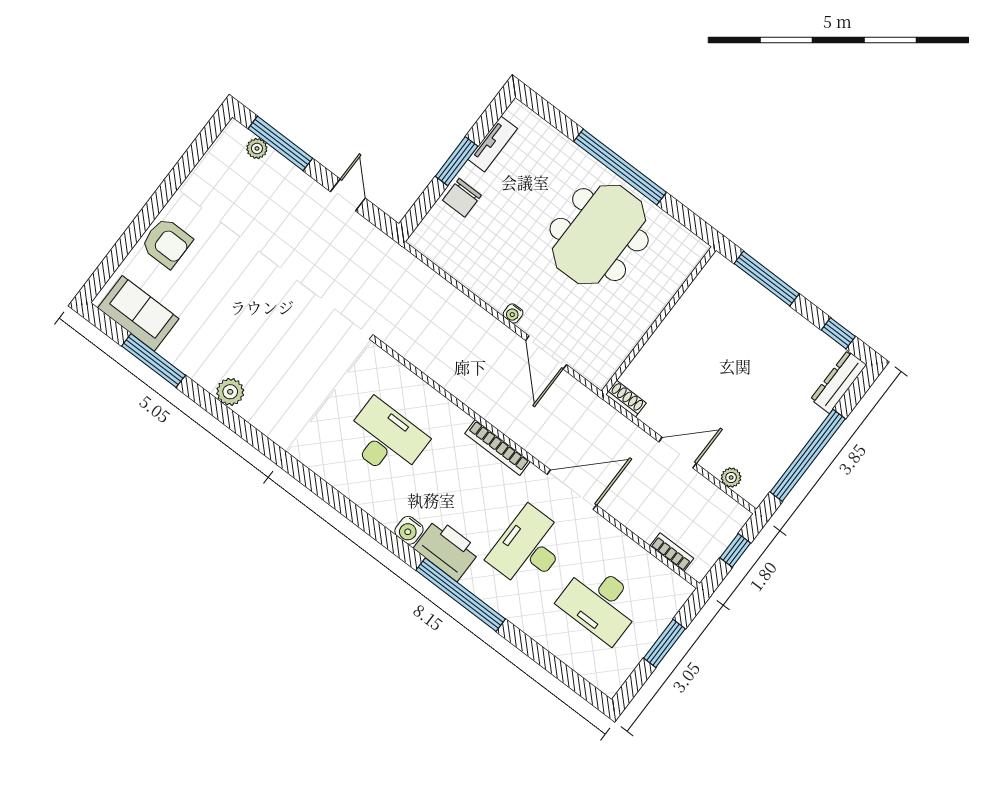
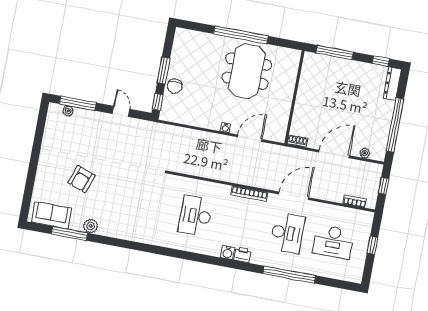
tv unit: (493, 144) -> (176, 54), removed
window: (419, 210) -> (158, 102), added
armchair: (167, 243) -> (82, 179), moved, turned 110
door: (546, 352) -> (250, 138), swing flipped
plant: (230, 392) -> (91, 226), moved
desk: (385, 439) -> (195, 216), turned -90
door: (678, 453) -> (334, 154), width x1.36
desk: (529, 548) -> (287, 233), turned 180
printer: (447, 549) -> (242, 255), width x0.53, depth x0.68
window: (461, 595) -> (289, 275), moved
window: (664, 643) -> (372, 245), width x0.67

